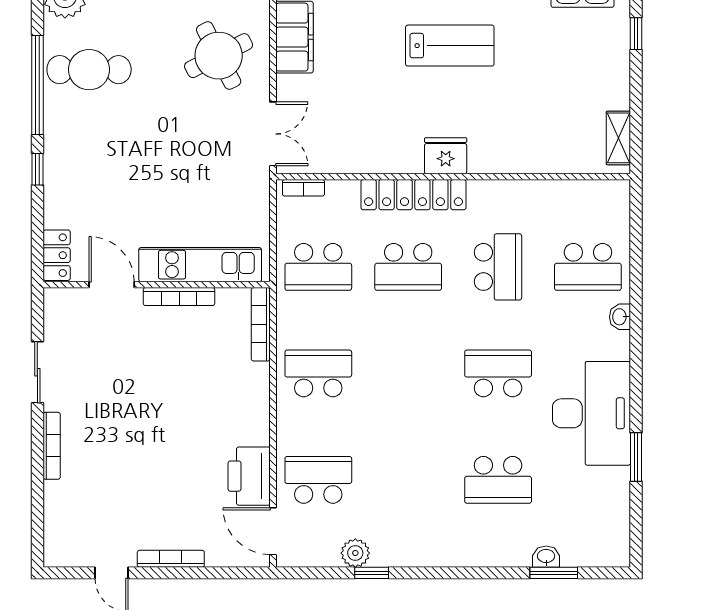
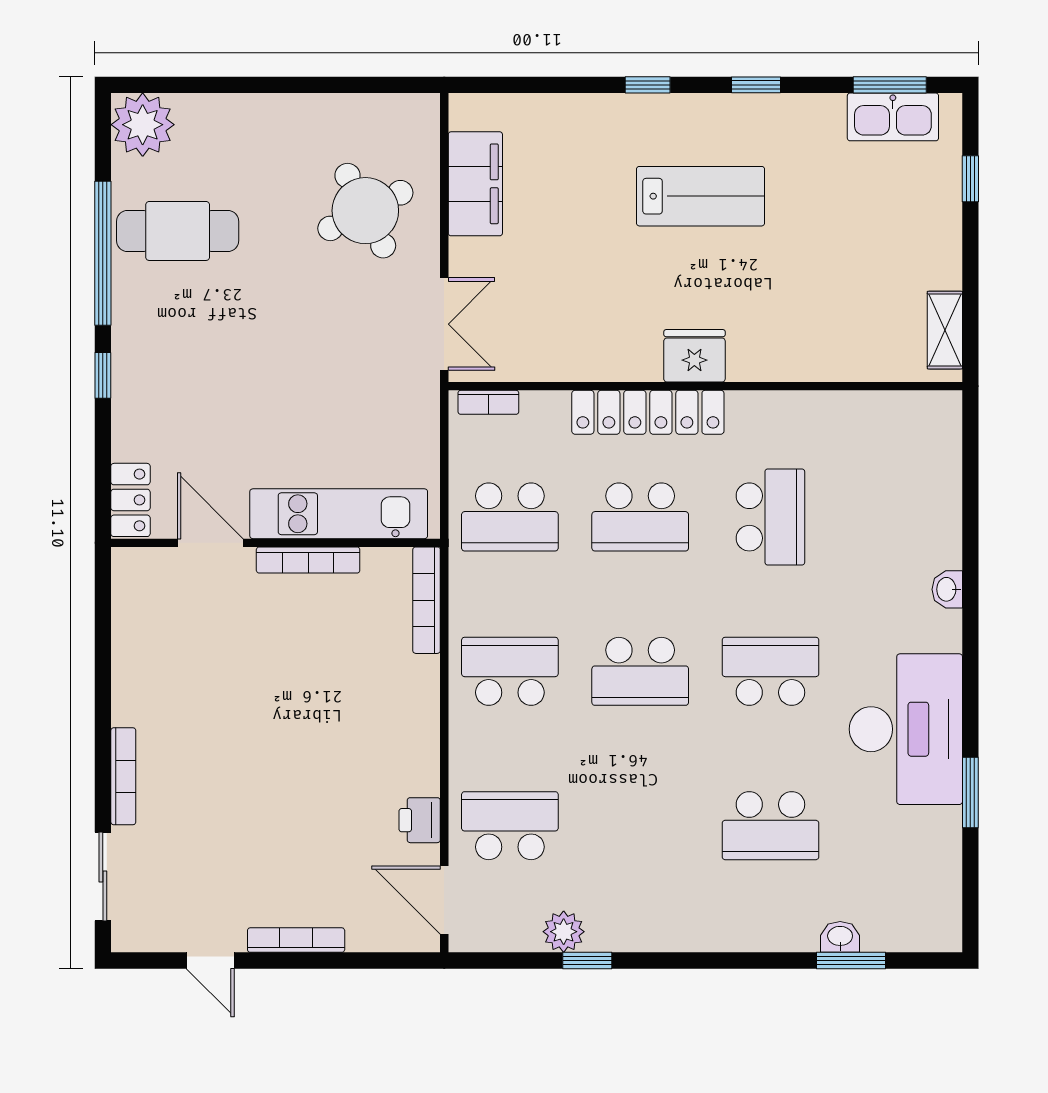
school desk: (588, 267) -> (640, 671), moved
sliding door: (37, 372) -> (103, 877), moved
printer: (249, 476) -> (420, 820), width x0.53, depth x0.68

